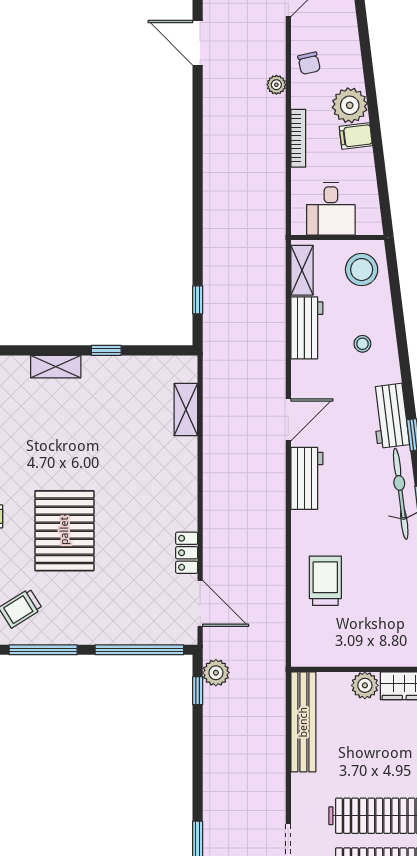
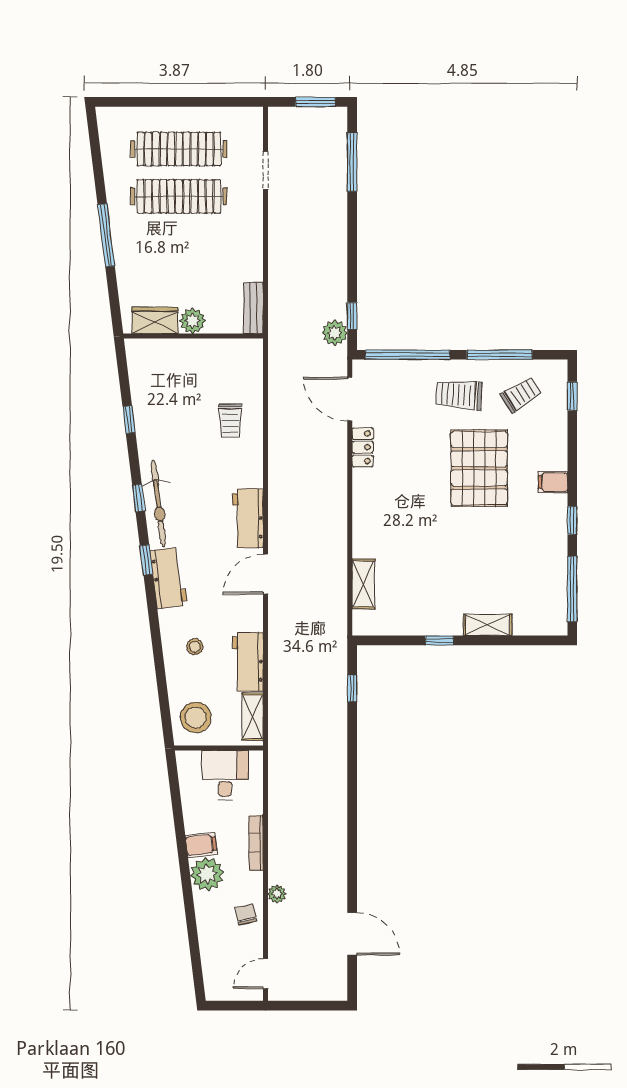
trolley: (325, 581) -> (230, 421), width x0.73, depth x0.72
trolley: (86, 608) -> (459, 395), added
bench: (303, 722) -> (253, 308), width x0.54, depth x0.82

